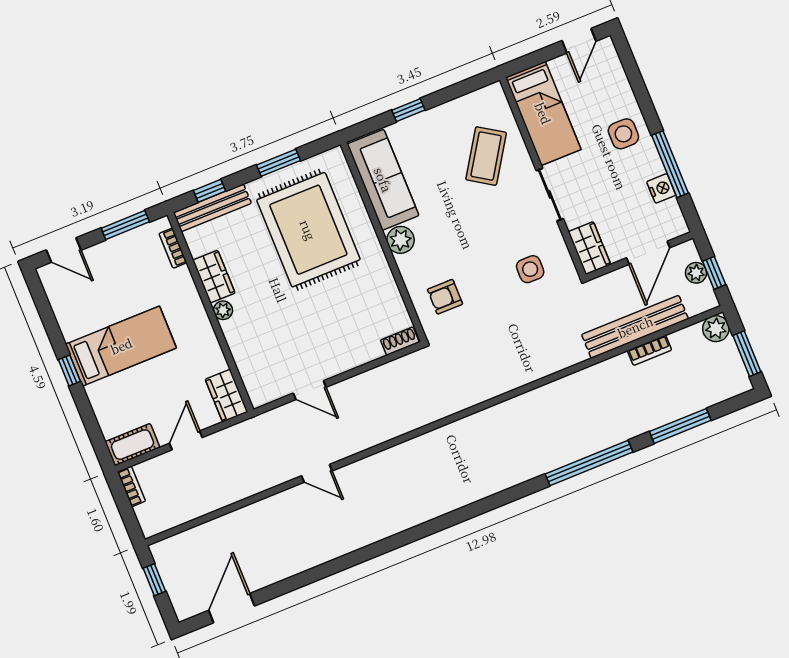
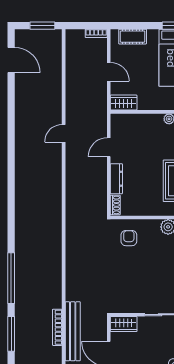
side table: (530, 269) -> (125, 289), removed
bookcase: (650, 350) -> (57, 327), width x1.56
dresser: (356, 357) -> (116, 179), added
cot: (132, 445) -> (133, 37), moved, turned 90
window: (154, 580) -> (42, 26), width x1.50

